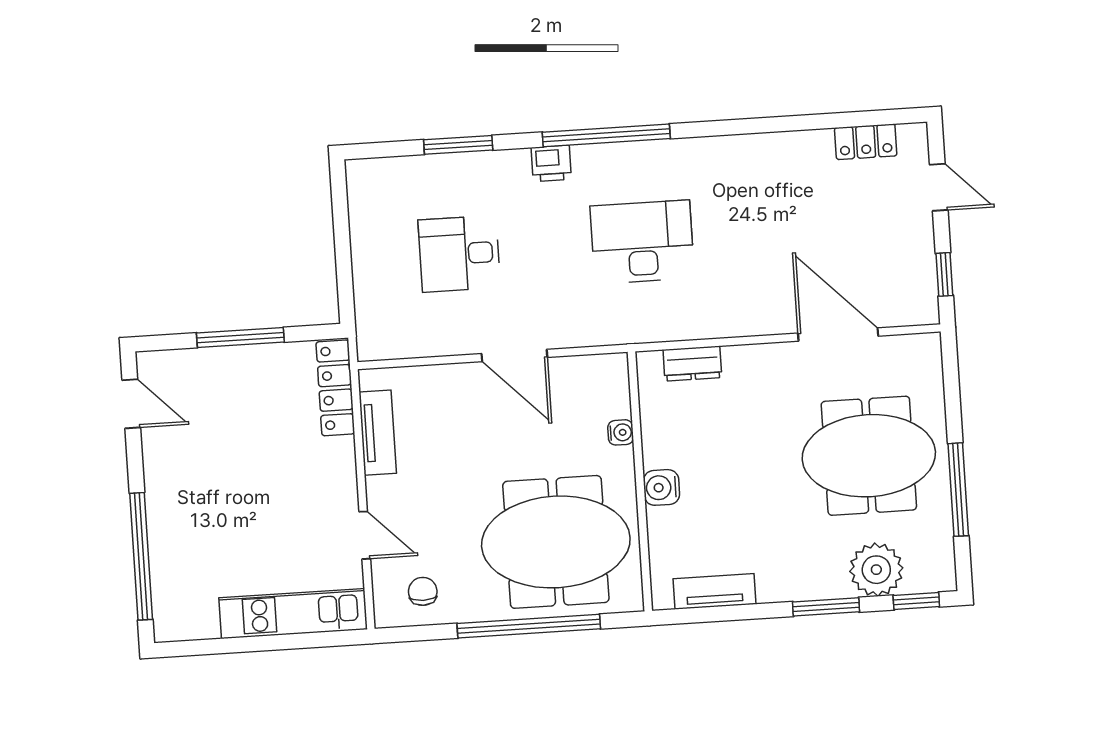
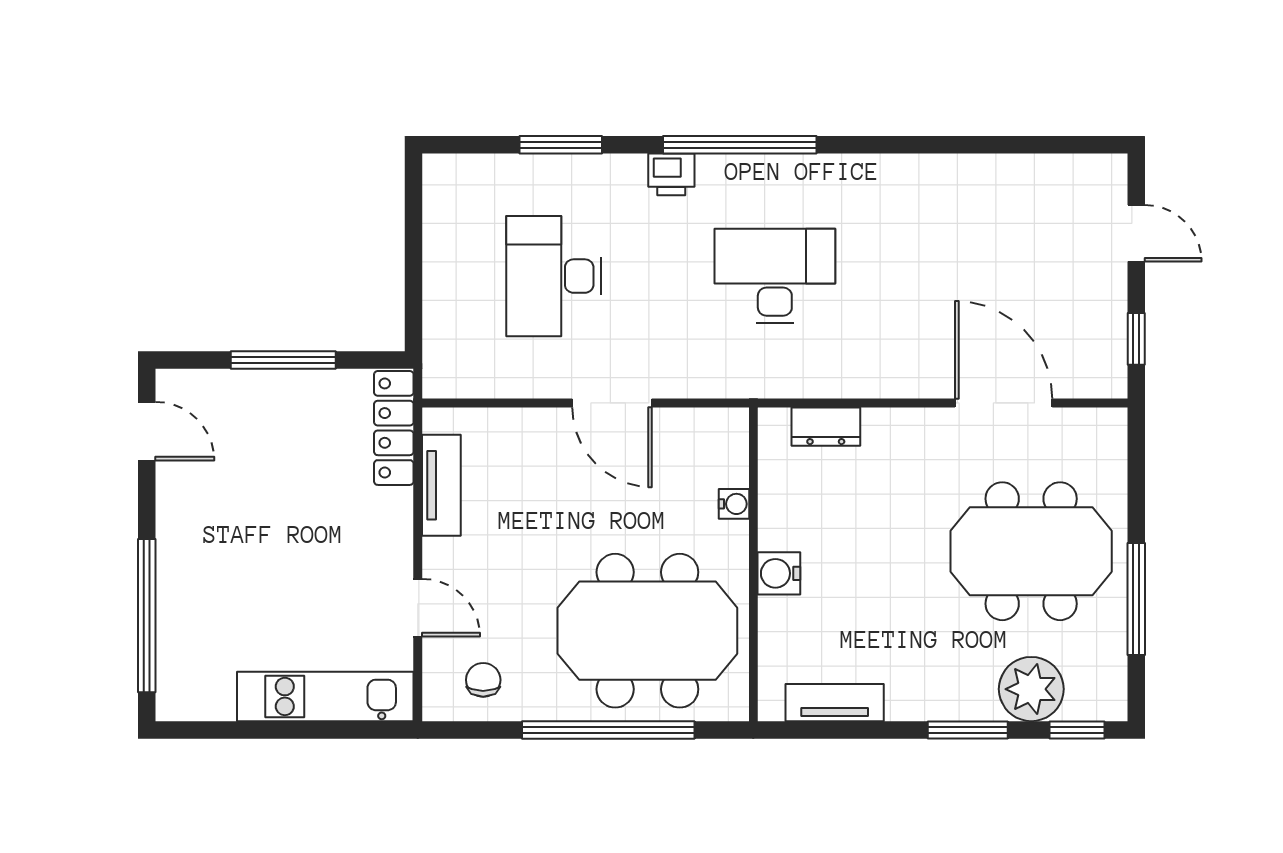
locker: (866, 142) -> (1052, 173), removed
desk: (459, 254) -> (554, 276), width x1.37

